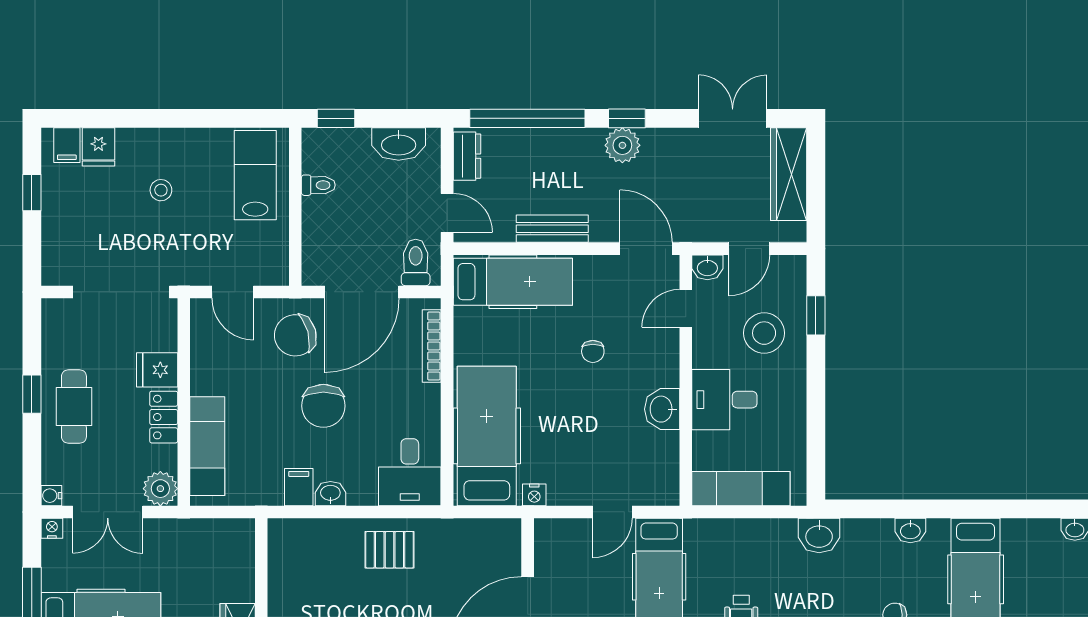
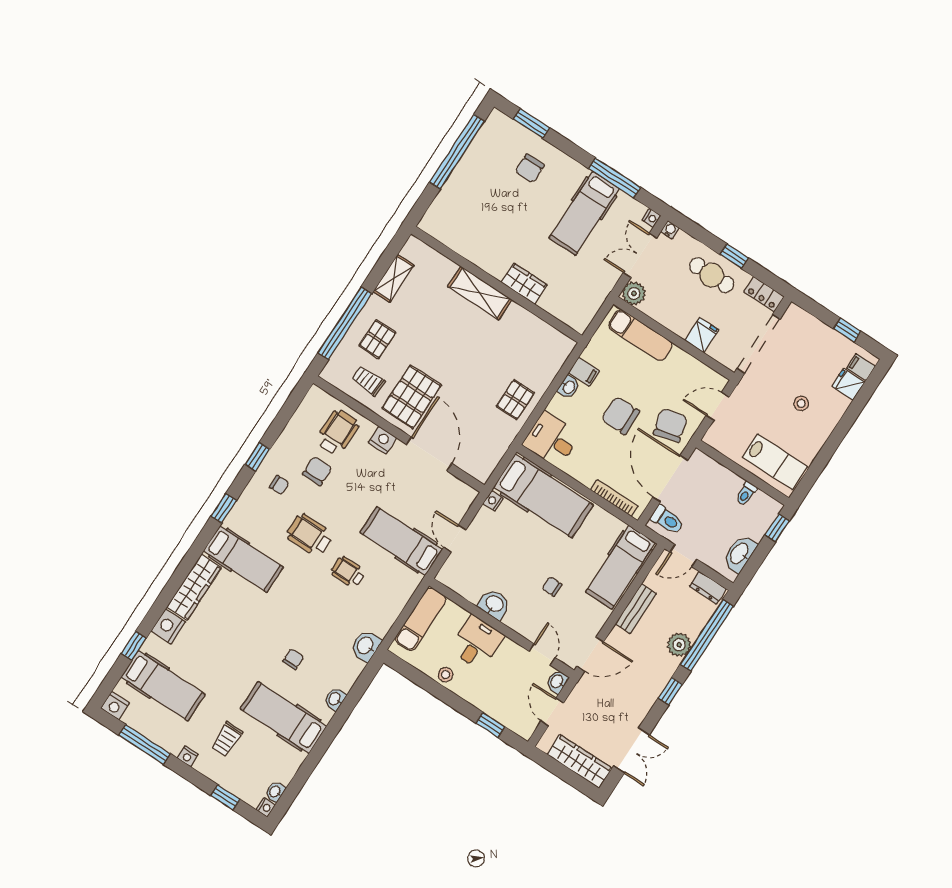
plant: (622, 145) -> (679, 645), moved
stool: (764, 333) -> (446, 675), moved, width x0.53, depth x0.53
locker: (164, 417) -> (764, 294), moved, turned 180

